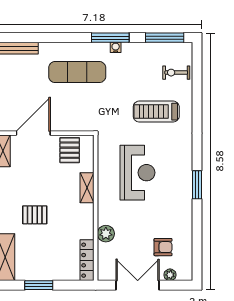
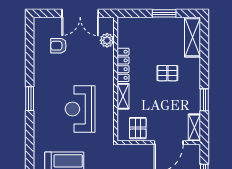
plant: (106, 234) -> (107, 40), moved
locker: (87, 260) -> (123, 65), moved
plant: (170, 275) -> (53, 22), removed

